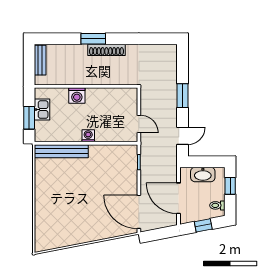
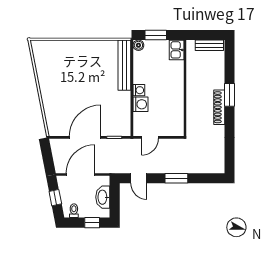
washing machine: (77, 96) -> (141, 104), moved, turned 180
kitchen sink: (42, 110) -> (177, 50), moved, turned 90
boiler: (40, 136) -> (138, 45), added
door: (139, 212) -> (85, 137), moved

